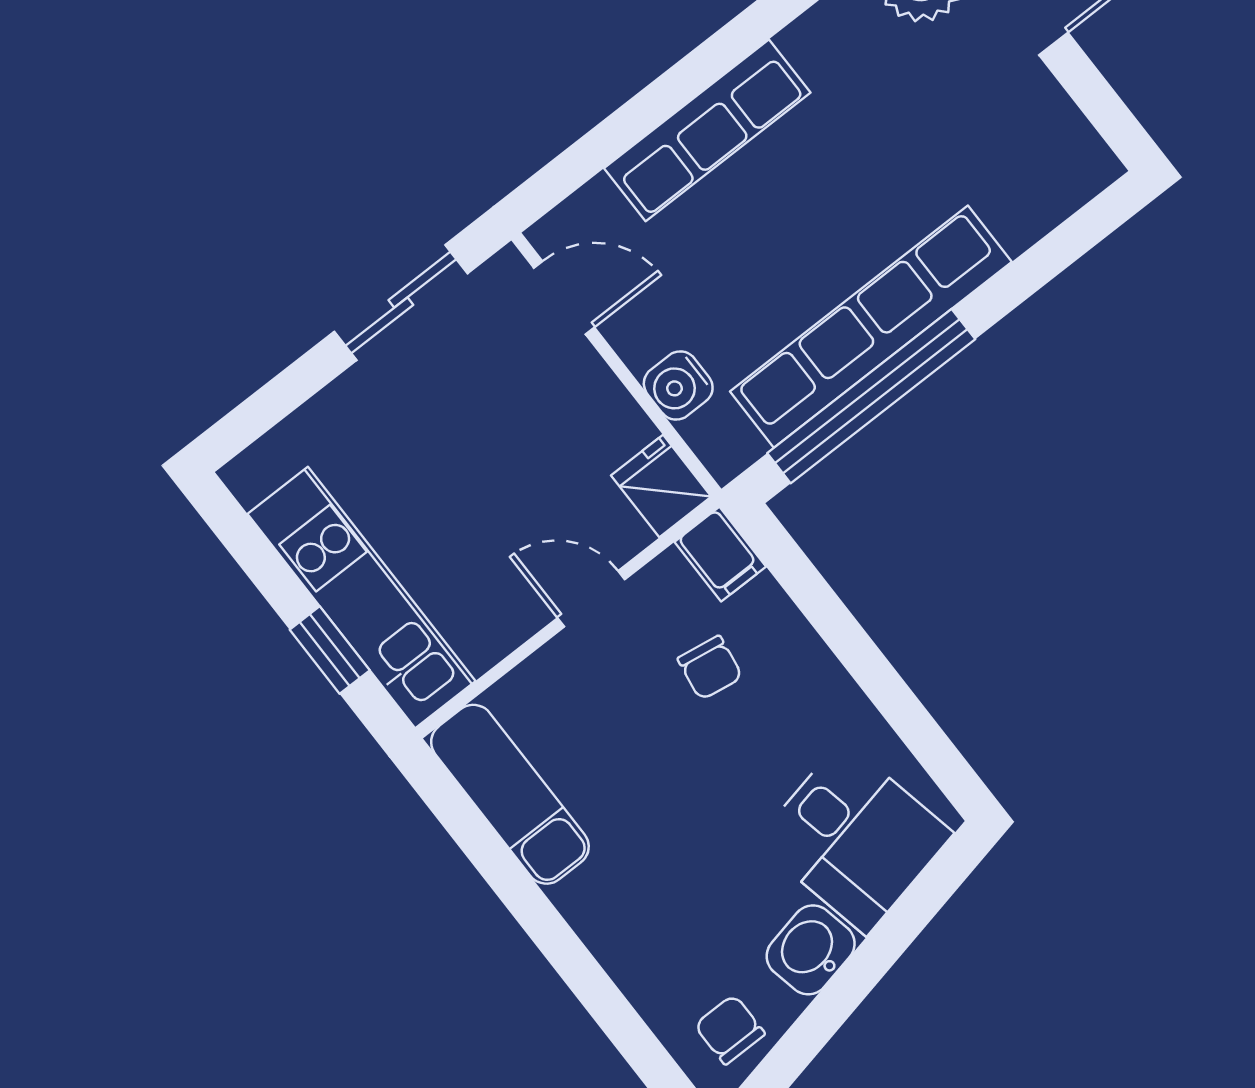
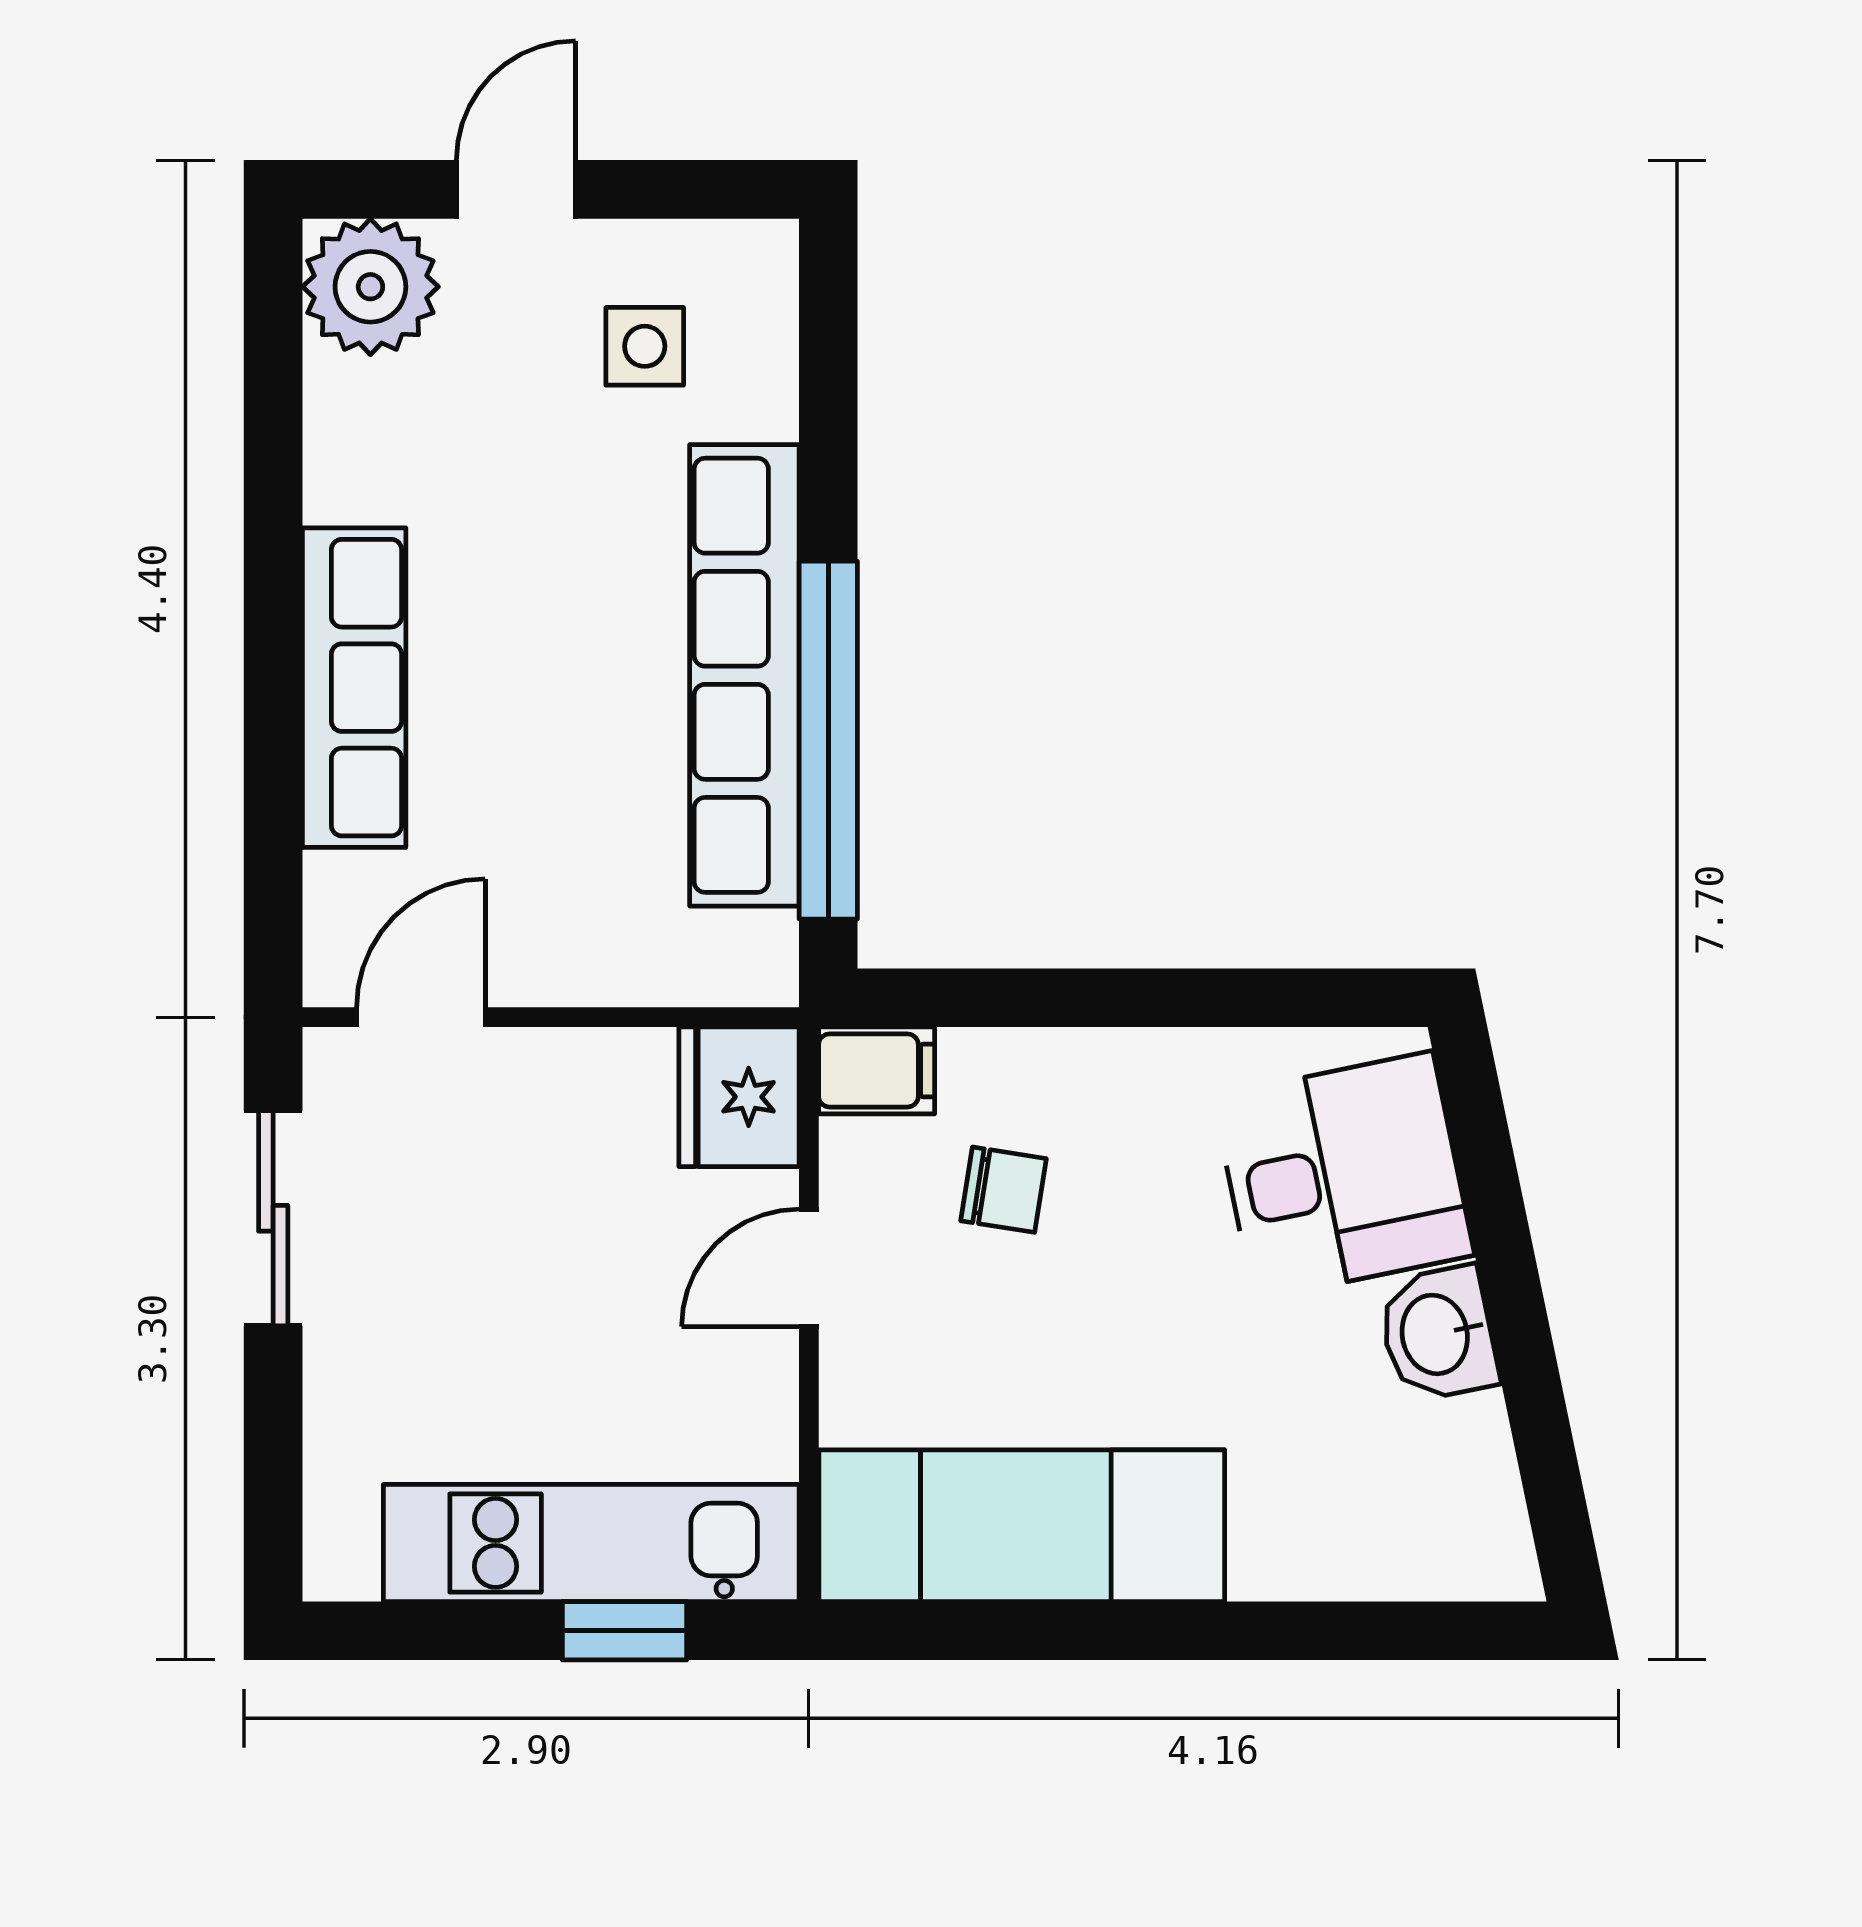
side table: (1000, 143) -> (645, 346), added
water cooler: (678, 386) -> (634, 962), removed
fridge: (661, 486) -> (739, 1097), width x1.38
exam couch: (510, 794) -> (1022, 1526), width x1.36, depth x1.45
chair: (730, 1030) -> (1458, 1506), removed

